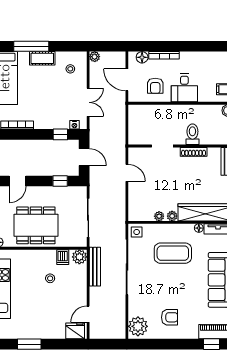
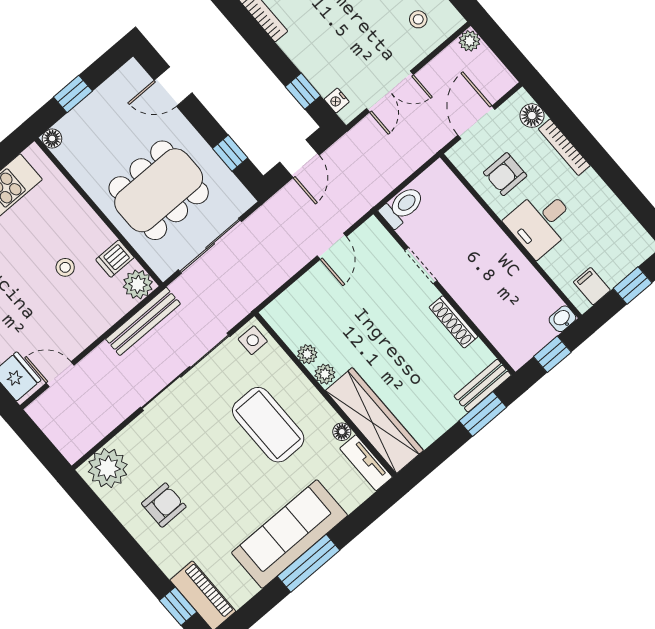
toilet: (192, 134) -> (402, 207), moved
dining table: (36, 225) -> (159, 190), moved, turned 90
armchair: (169, 317) -> (164, 505), turned -90

